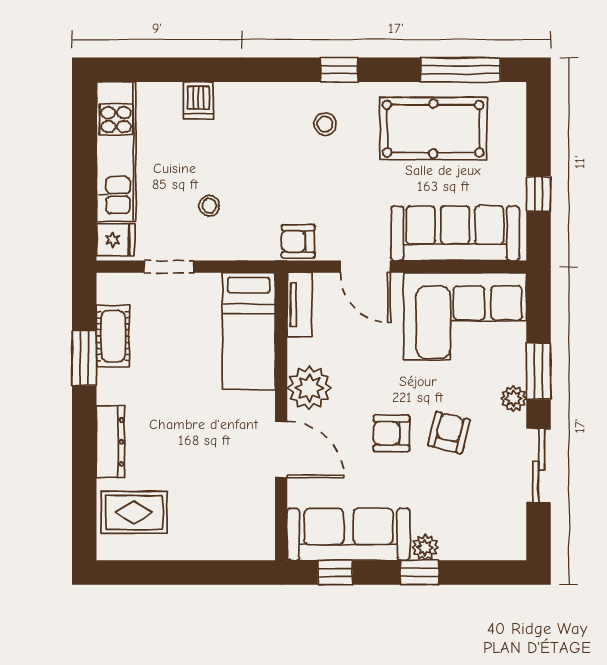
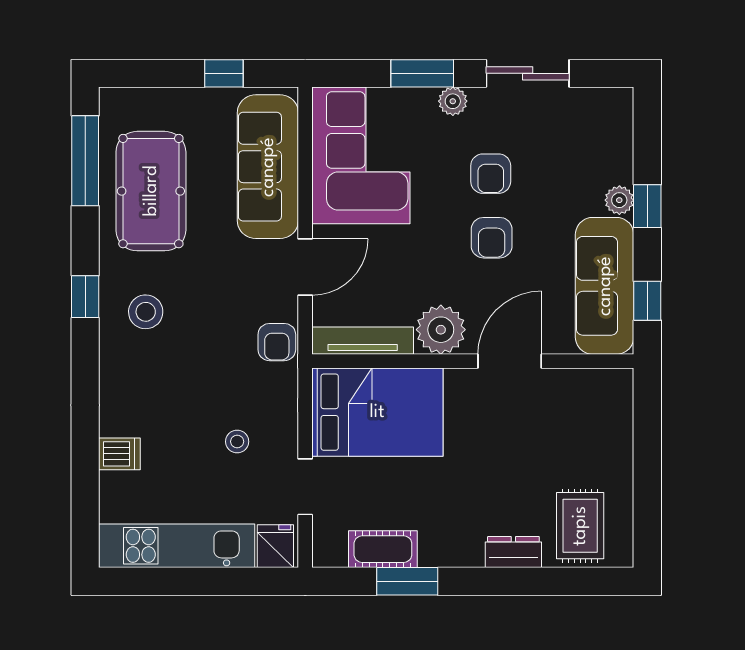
stool: (325, 124) -> (146, 312), width x1.37, depth x1.37
tv unit: (299, 305) -> (363, 341), width x1.41
bed: (249, 331) -> (377, 412), width x1.50
armchair: (449, 433) -> (491, 174), turned -104
dresser: (110, 442) -> (513, 552), width x0.70

